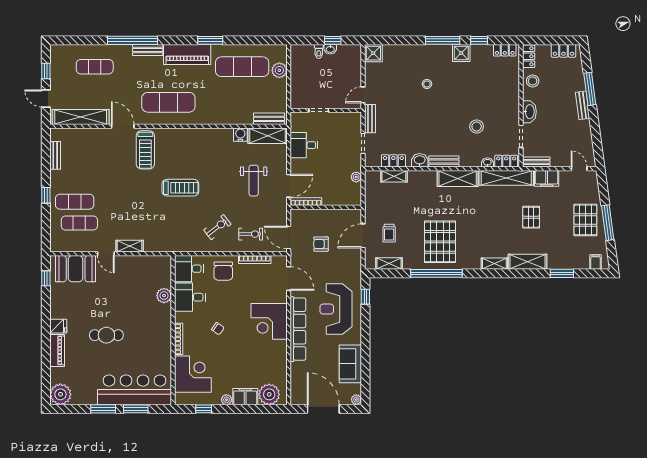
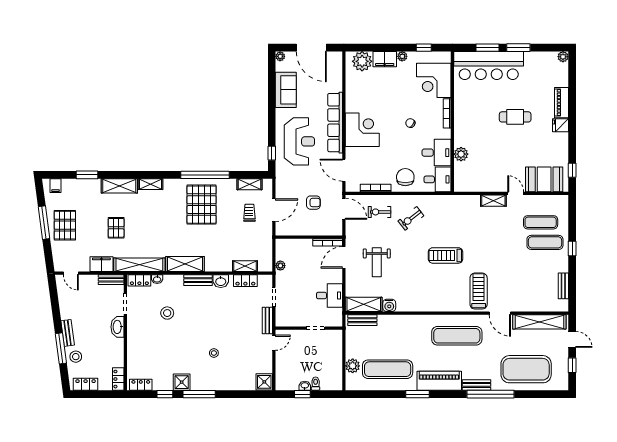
exercise mat: (95, 67) -> (526, 369), width x2.00, depth x1.45
stool: (533, 81) -> (76, 357), moved
weight bench: (254, 181) -> (377, 262), turned 180
plant: (60, 394) -> (563, 57), width x0.53, depth x0.53

